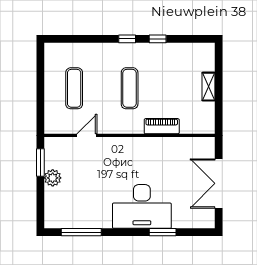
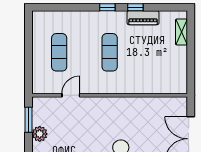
shelving: (209, 87) -> (181, 32), moved
piano: (162, 126) -> (143, 18), moved, turned 180

